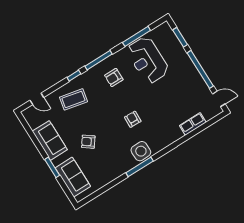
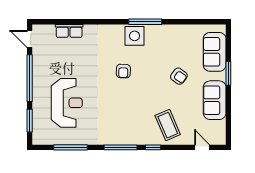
reception desk: (148, 60) -> (67, 103), moved
armchair: (114, 78) -> (116, 122), removed
coffee table: (73, 99) -> (168, 125), turned 55

